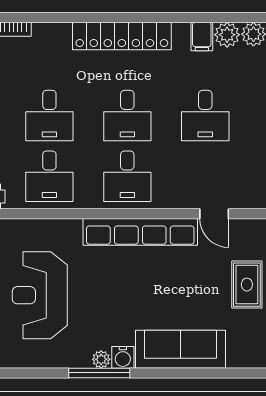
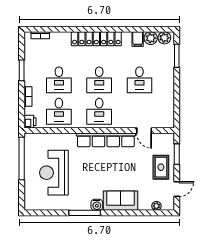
sofa: (181, 349) -> (121, 201), width x0.73
plant: (101, 359) -> (156, 206), moved

